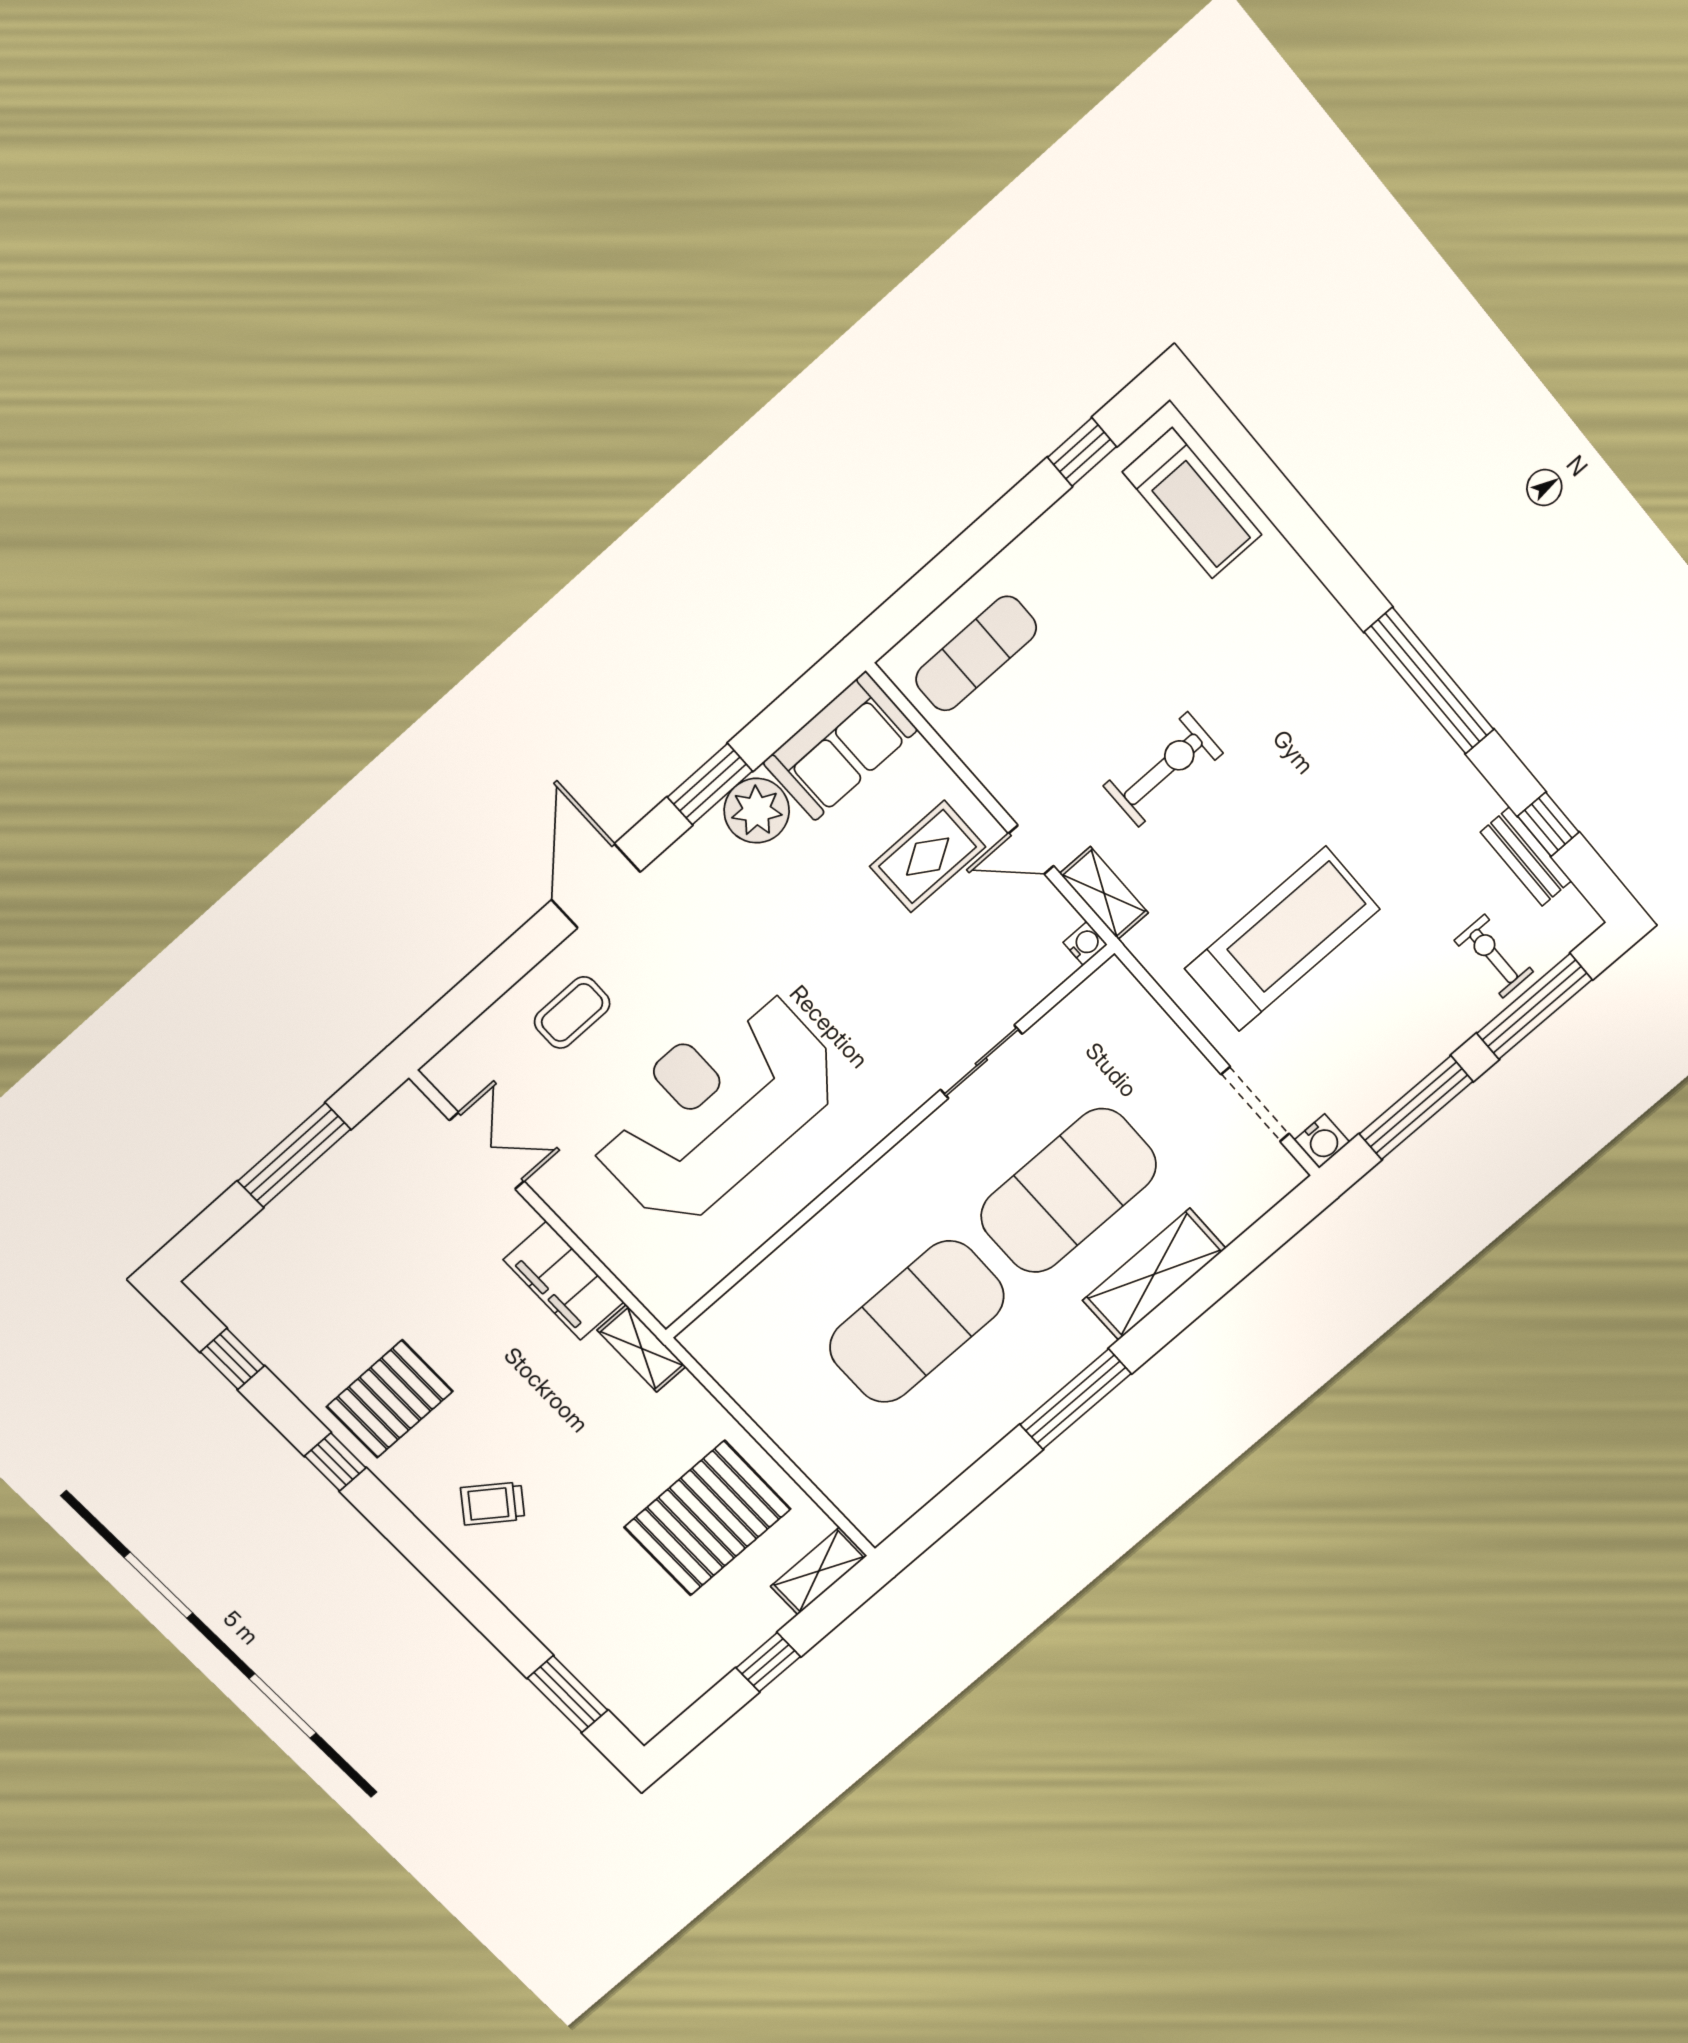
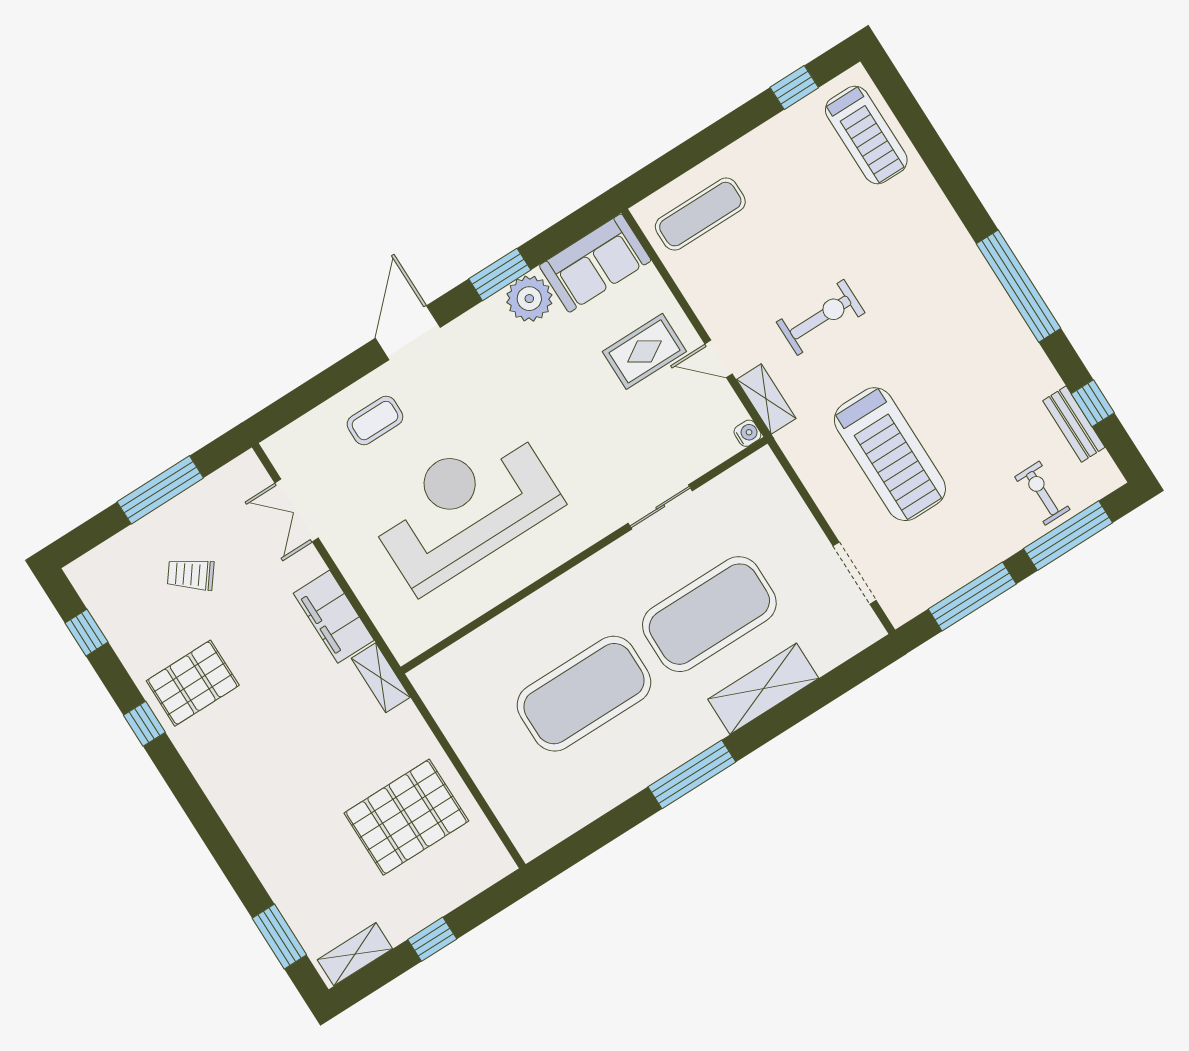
treadmill: (1282, 939) -> (890, 454), turned 90
water cooler: (1322, 1141) -> (900, 609), removed
double door: (487, 1151) -> (297, 511), swing flipped
trolley: (493, 1504) -> (191, 575), moved
shelving: (819, 1571) -> (355, 954), moved

